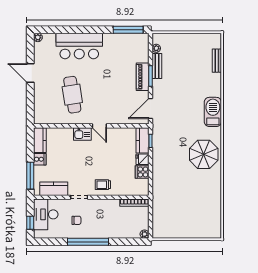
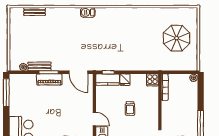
barbecue: (213, 112) -> (88, 12), width x0.53, depth x0.65
door: (99, 126) -> (94, 119), hinge flipped
parasol: (204, 154) -> (177, 38), moved
cooker: (142, 172) -> (152, 80), moved
trolley: (103, 185) -> (130, 108), moved

